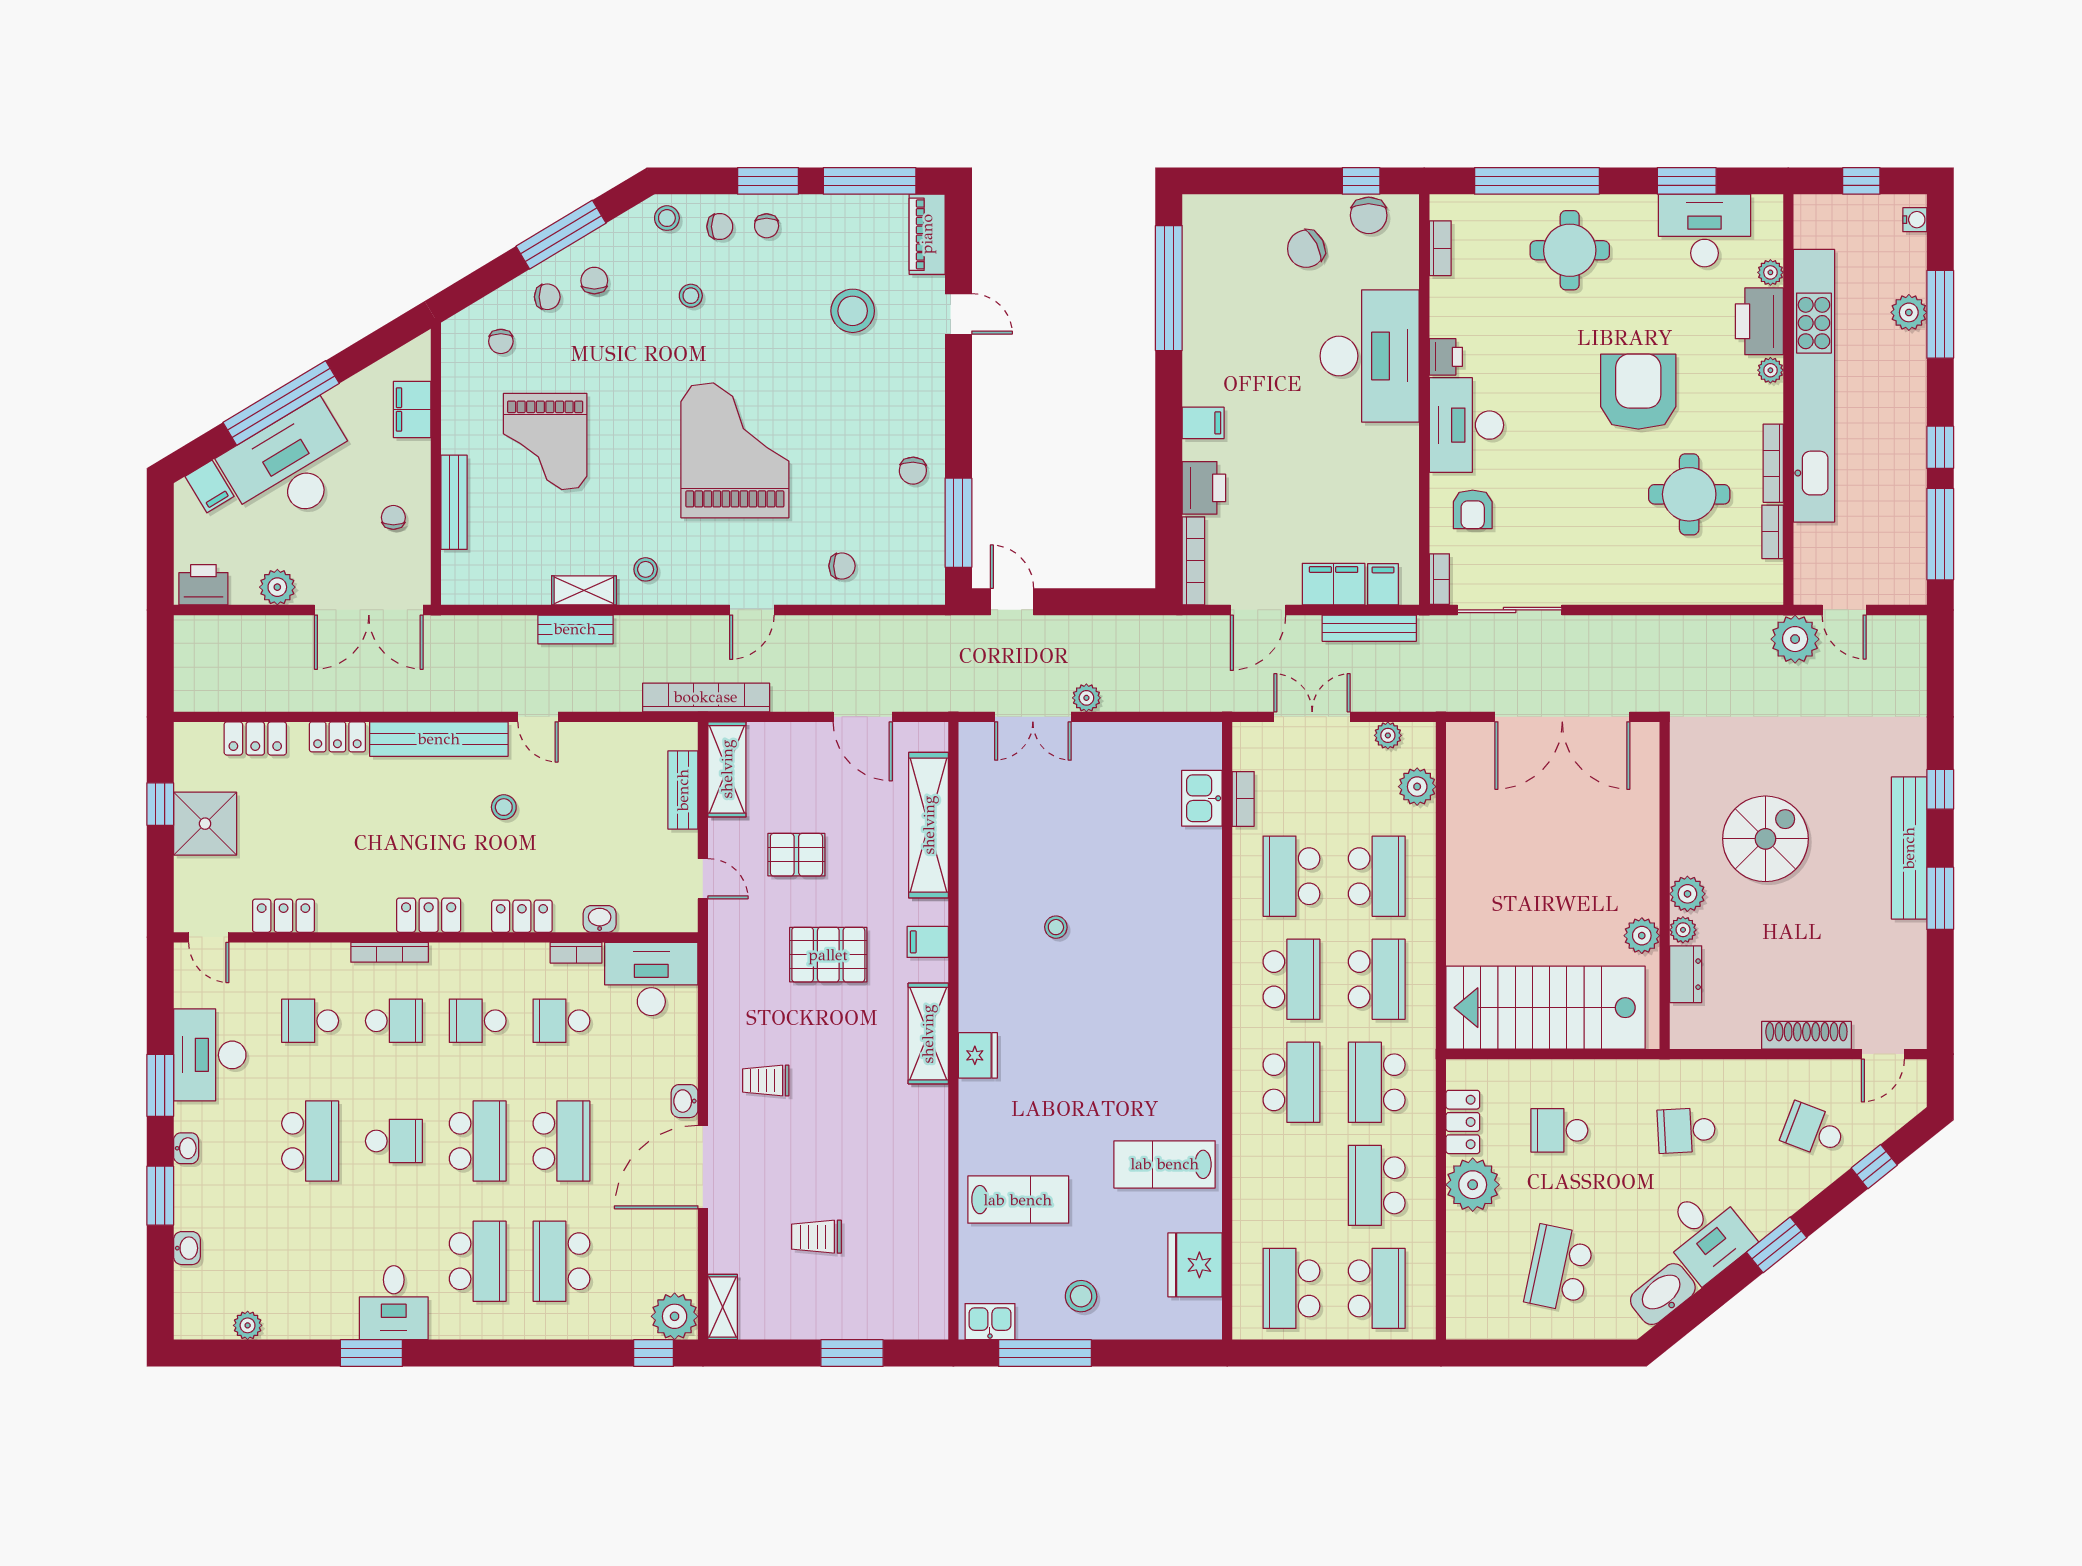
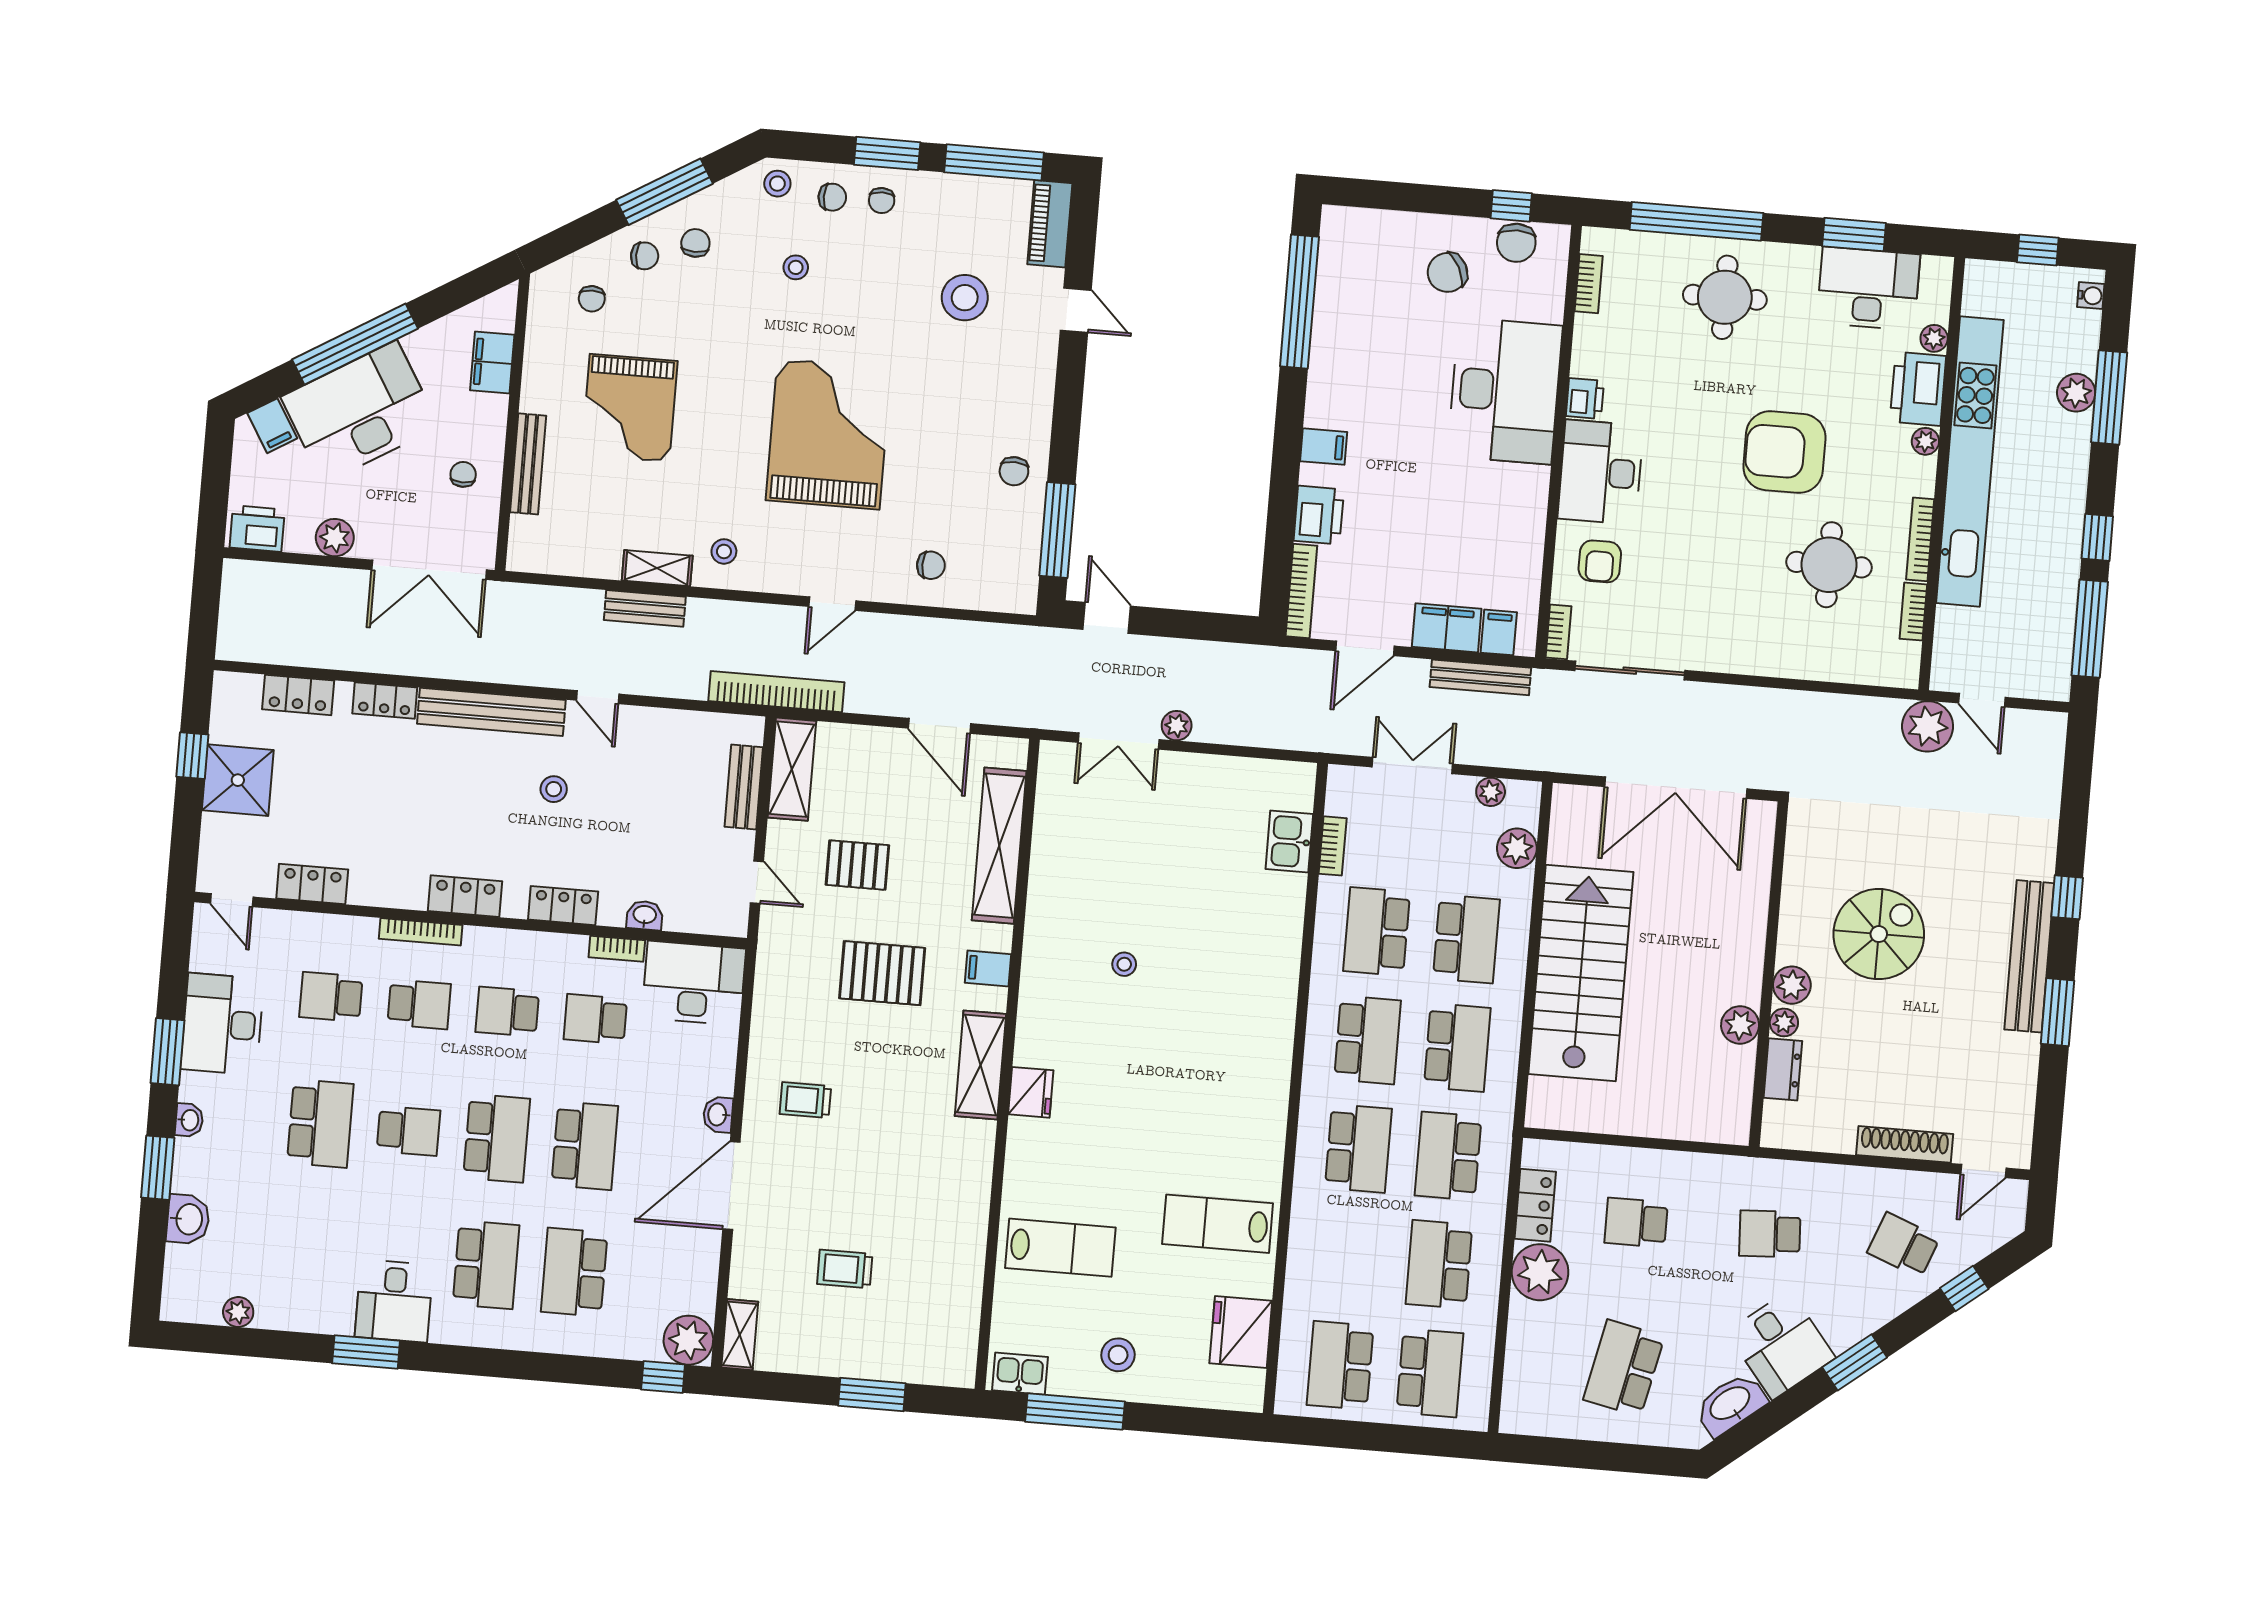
armchair: (1638, 392) -> (1784, 452), turned -90
stairs: (1546, 1008) -> (1581, 973), moved, turned 90
washbasin: (187, 1248) -> (188, 1219), width x1.38, depth x1.45

